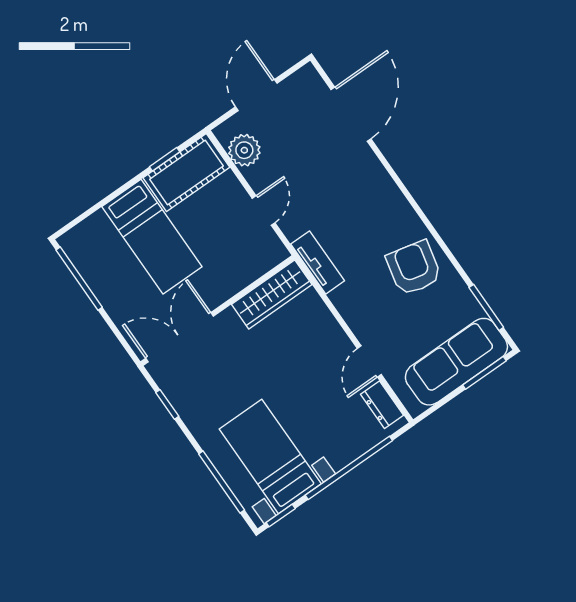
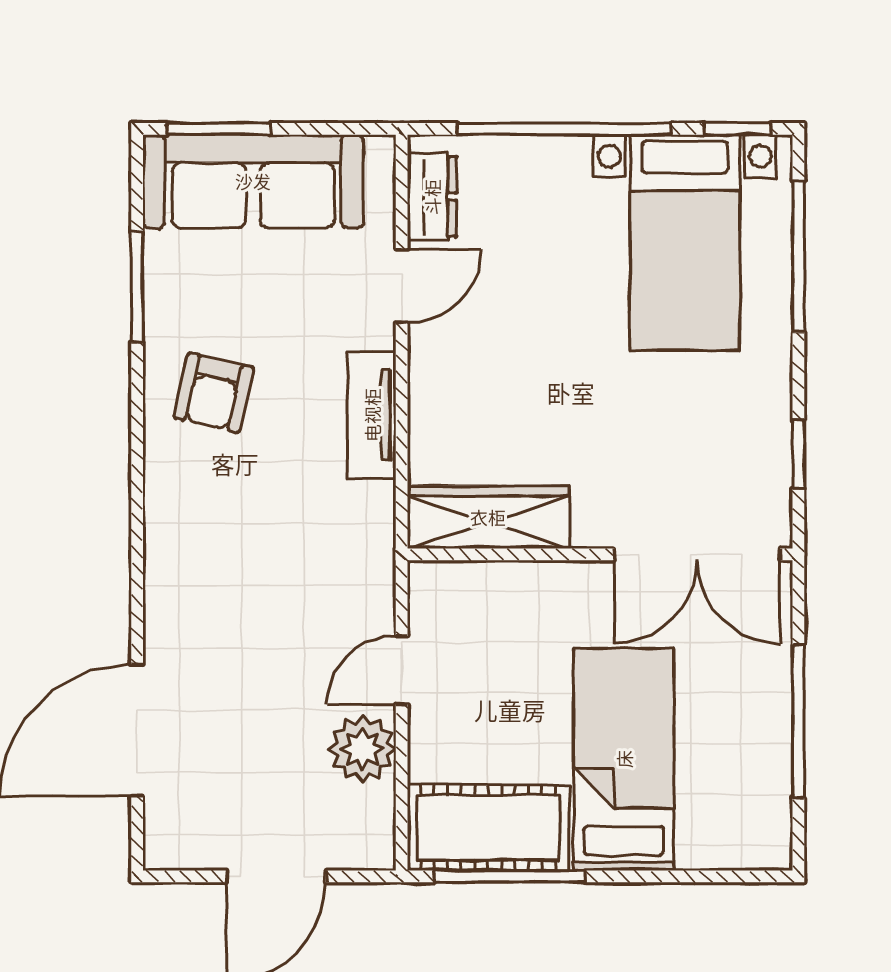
plant: (244, 150) -> (362, 749), moved
window: (165, 159) -> (510, 876), width x2.17
tv unit: (318, 262) -> (372, 415), moved
armchair: (414, 268) -> (214, 393), width x0.72, depth x0.72
window: (79, 279) -> (798, 721), moved
window: (486, 307) -> (137, 287), moved

